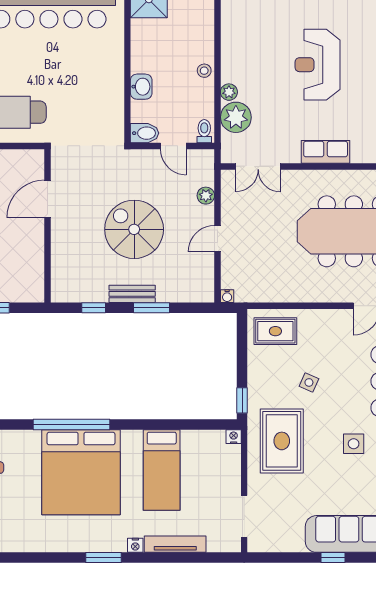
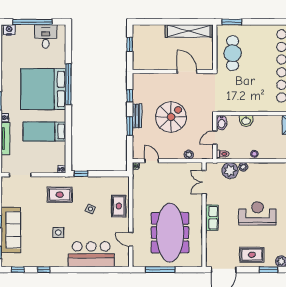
door: (218, 239) -> (152, 161), moved
rug: (275, 331) -> (119, 206), moved
rug: (282, 441) -> (60, 195), width x0.73, depth x0.70

